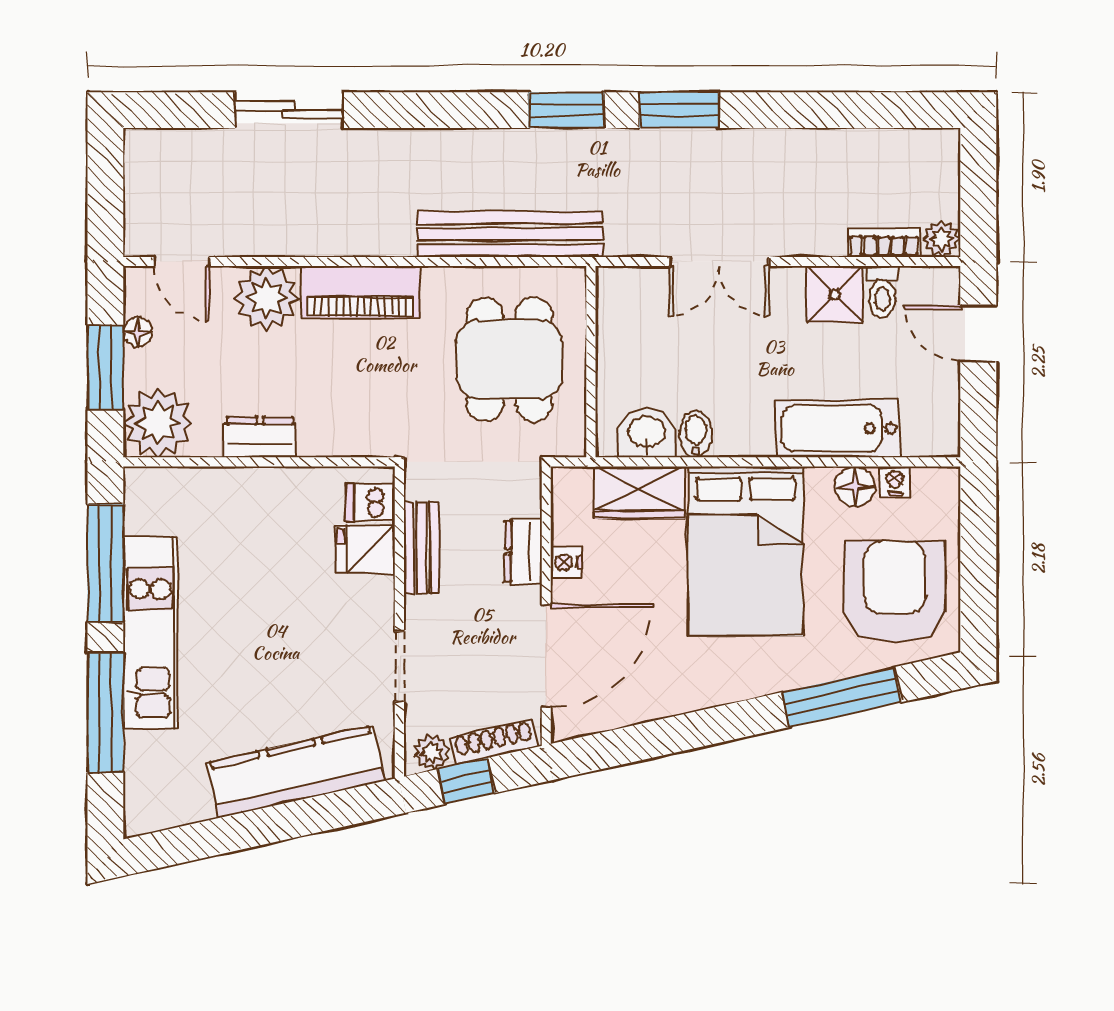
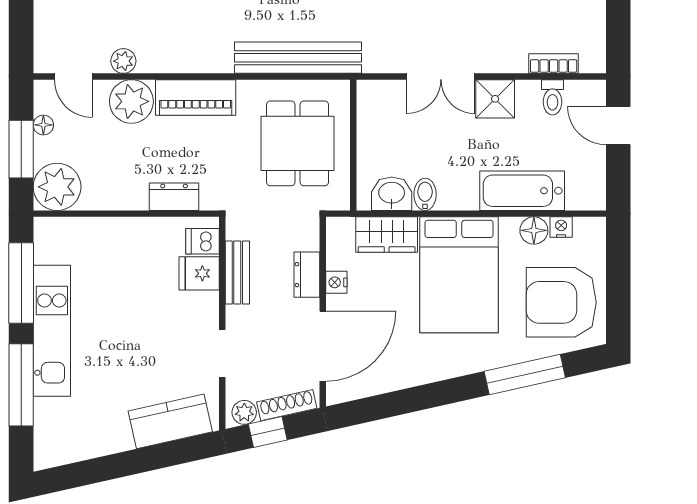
plant: (942, 239) -> (123, 61), moved
shower: (835, 294) -> (495, 99), moved
dresser: (260, 437) -> (174, 197), moved
armchair: (895, 592) -> (561, 302), turned -90
kitchen counter: (296, 772) -> (170, 421), width x0.67

